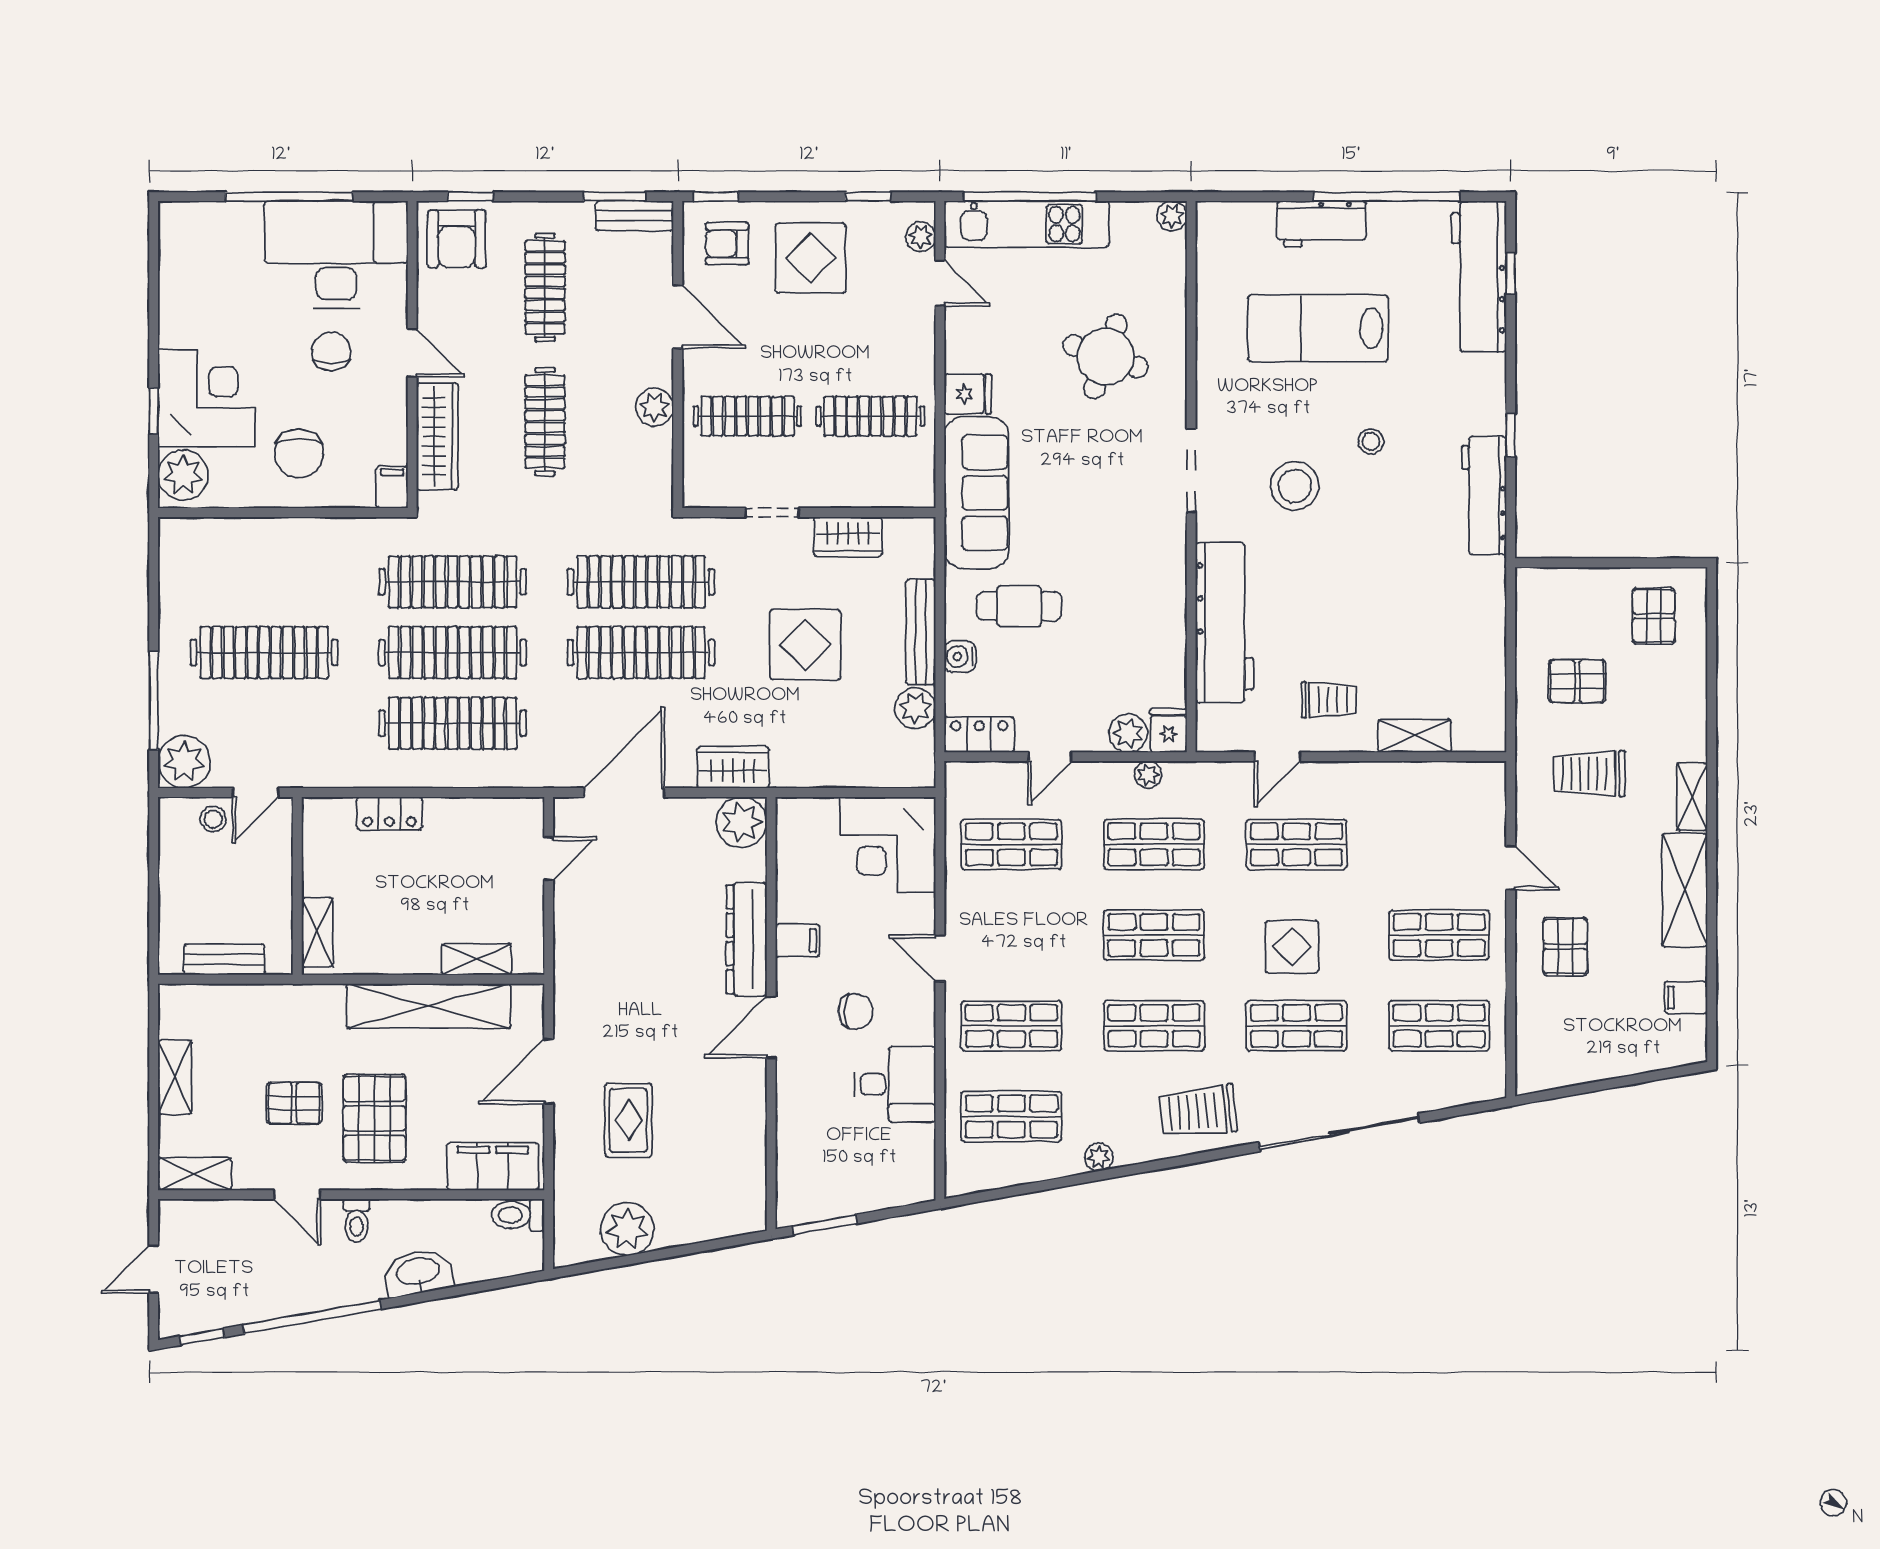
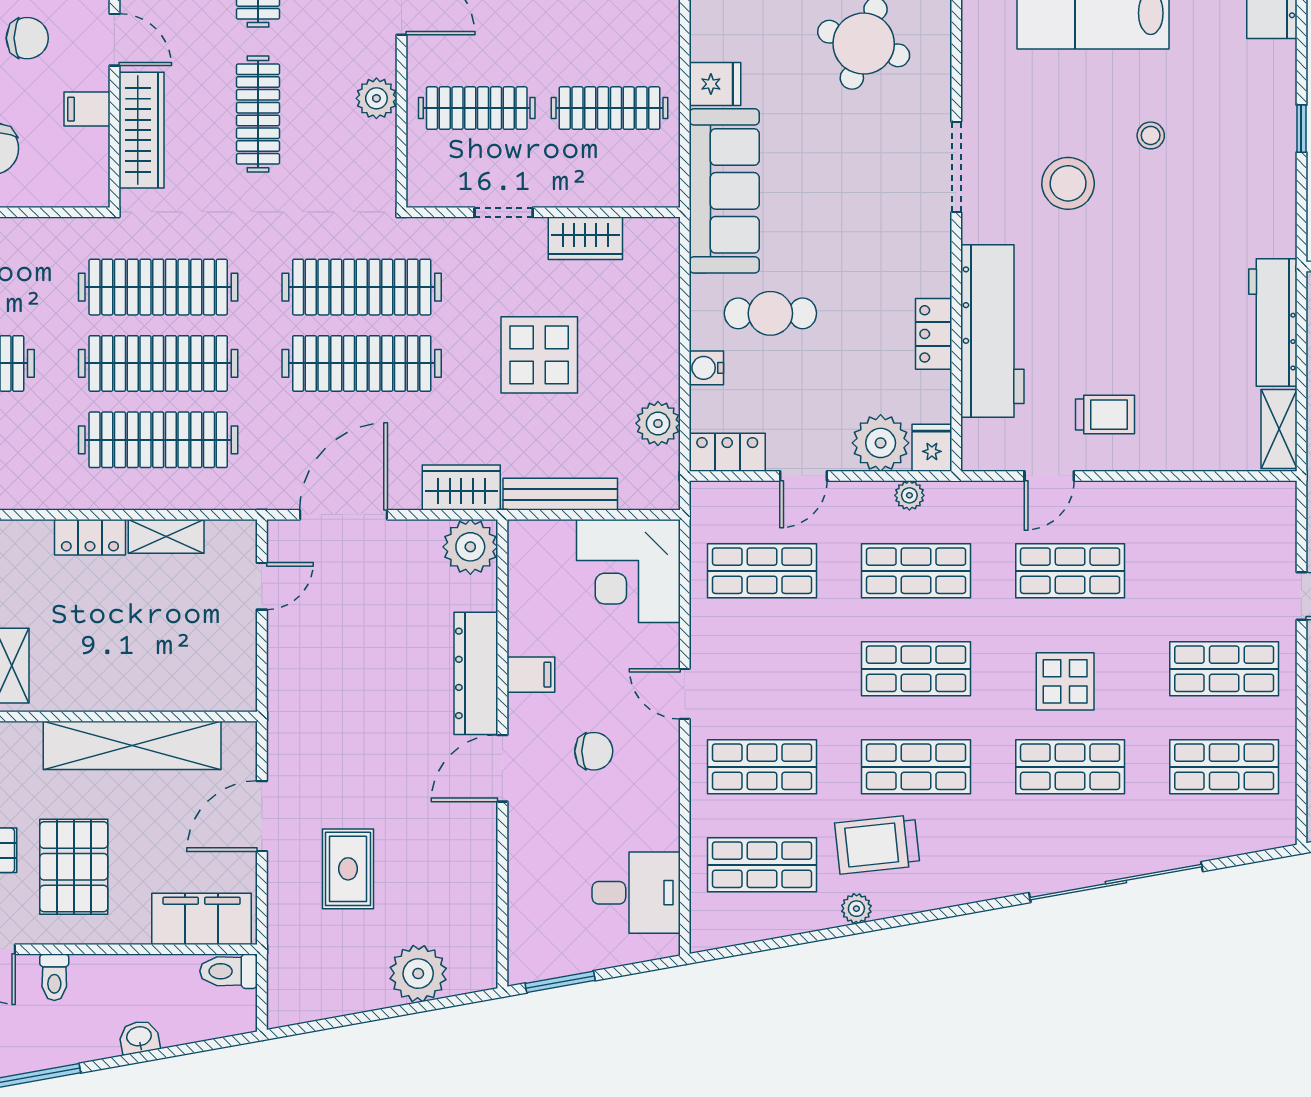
chair: (331, 351) -> (27, 38), turned 90
filing cabinet: (392, 487) -> (87, 109), moved, turned -90
workbench: (1484, 495) -> (1273, 322), moved
locker: (1170, 625) -> (934, 334), added
bench: (921, 632) -> (560, 494), moved, turned 90
plant: (1128, 733) -> (881, 443), width x1.36, depth x1.36
shelving: (1415, 736) -> (1279, 429), moved, turned 90
shelving: (476, 959) -> (166, 536), moved
desk: (895, 1084) -> (636, 893), moved
trolley: (1198, 1111) -> (877, 844), moved
plant: (627, 1229) -> (418, 974), moved
washbasin: (418, 1273) -> (139, 1037), width x0.52, depth x0.69

